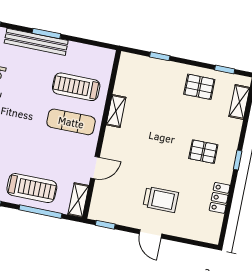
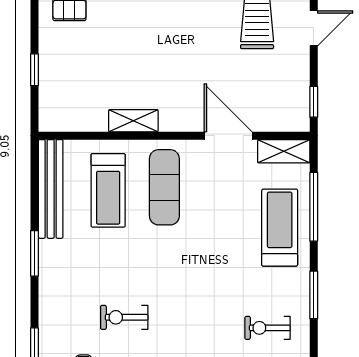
bench: (36, 42) -> (51, 189), moved
door: (95, 168) -> (228, 136), width x1.38

